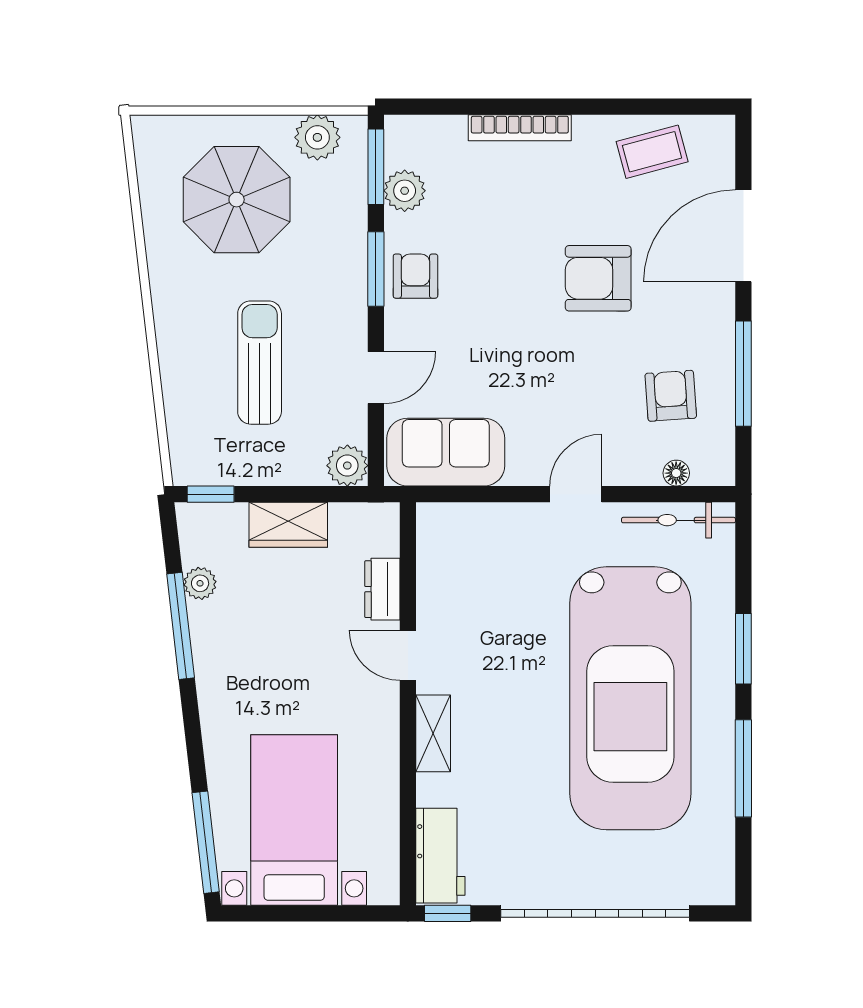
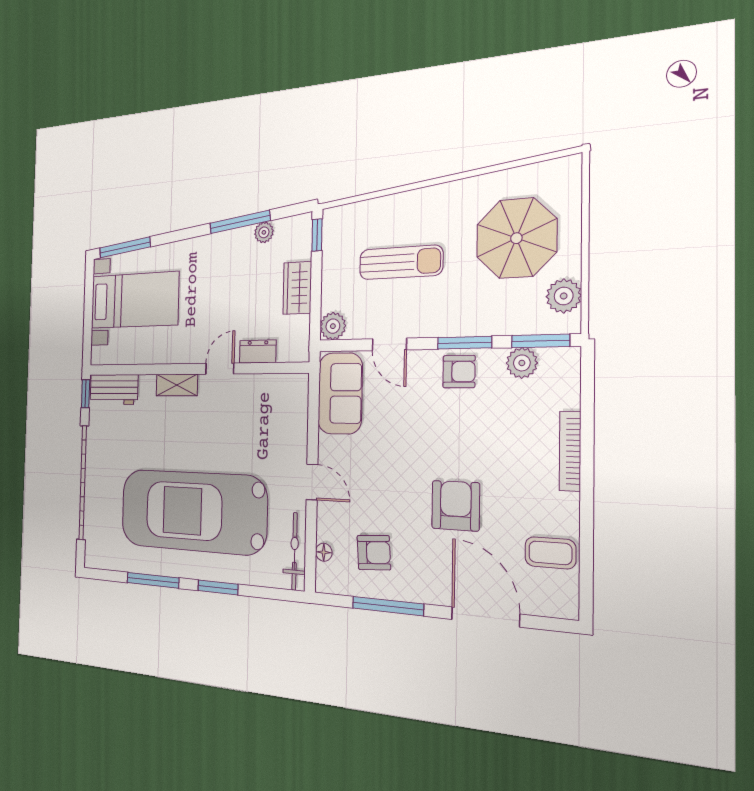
coffee table: (652, 152) -> (550, 553), turned -75

